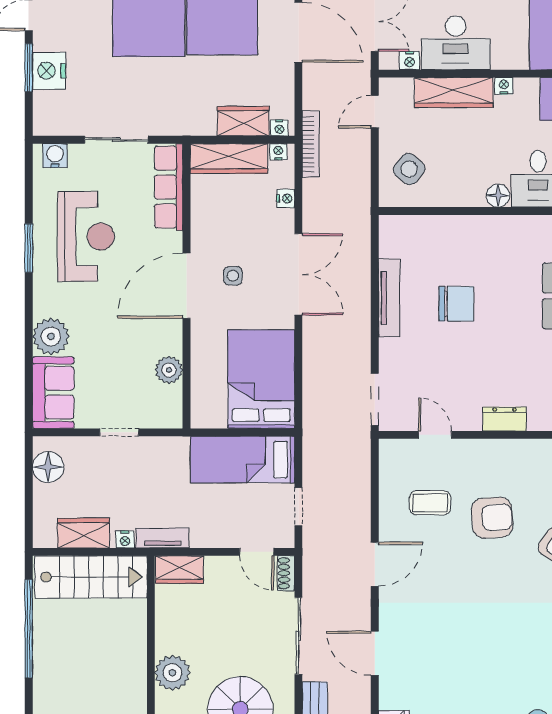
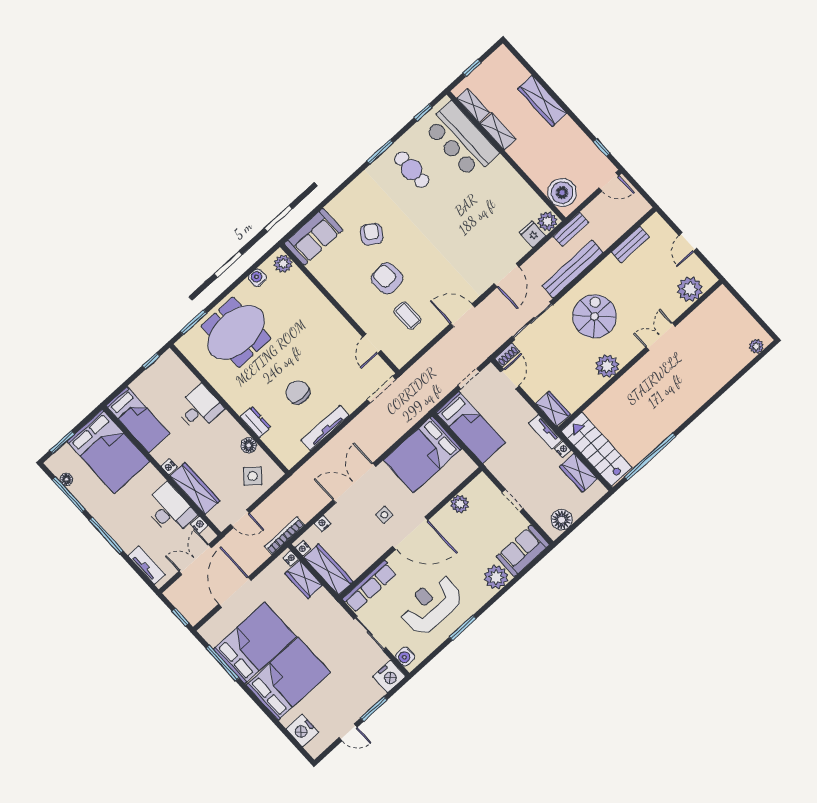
nightstand: (49, 71) -> (389, 676), moved
floor lamp: (498, 196) -> (249, 445), moved
dresser: (505, 419) -> (256, 422), moved, turned 180

